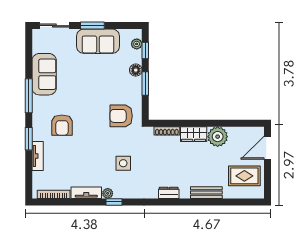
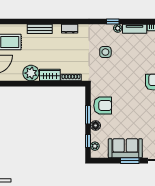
armchair: (121, 116) -> (103, 106), moved

